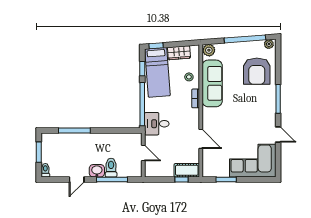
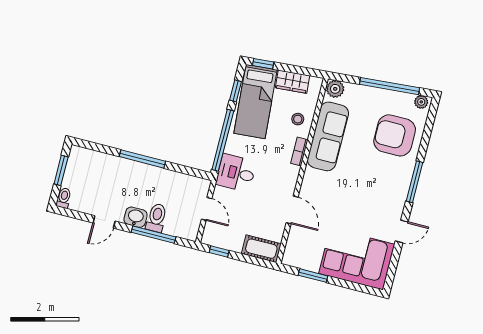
armchair: (257, 71) -> (395, 135), turned 90
window: (74, 131) -> (142, 159), moved
door: (278, 134) -> (402, 231), hinge flipped
window: (181, 179) -> (219, 251), moved

